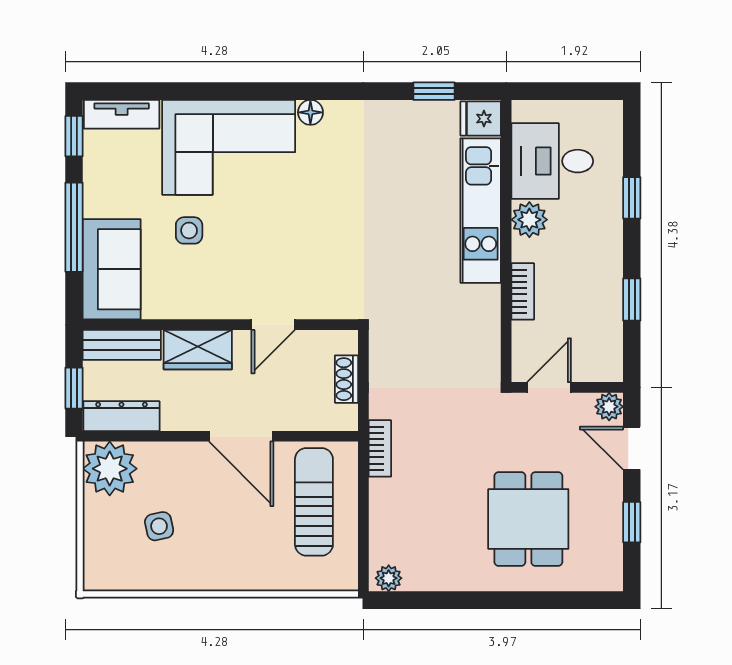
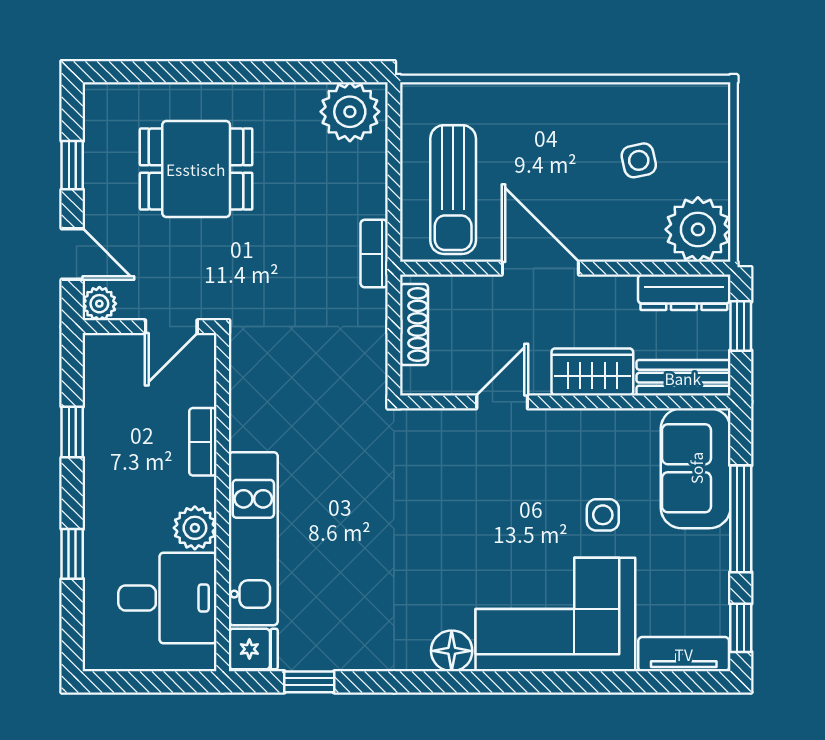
floor lamp: (310, 112) -> (452, 651), width x1.37, depth x1.37
shoe rack: (347, 379) -> (414, 325), width x1.43
dining table: (528, 519) -> (196, 169), turned 90
plant: (389, 578) -> (350, 112), width x1.88, depth x1.88

